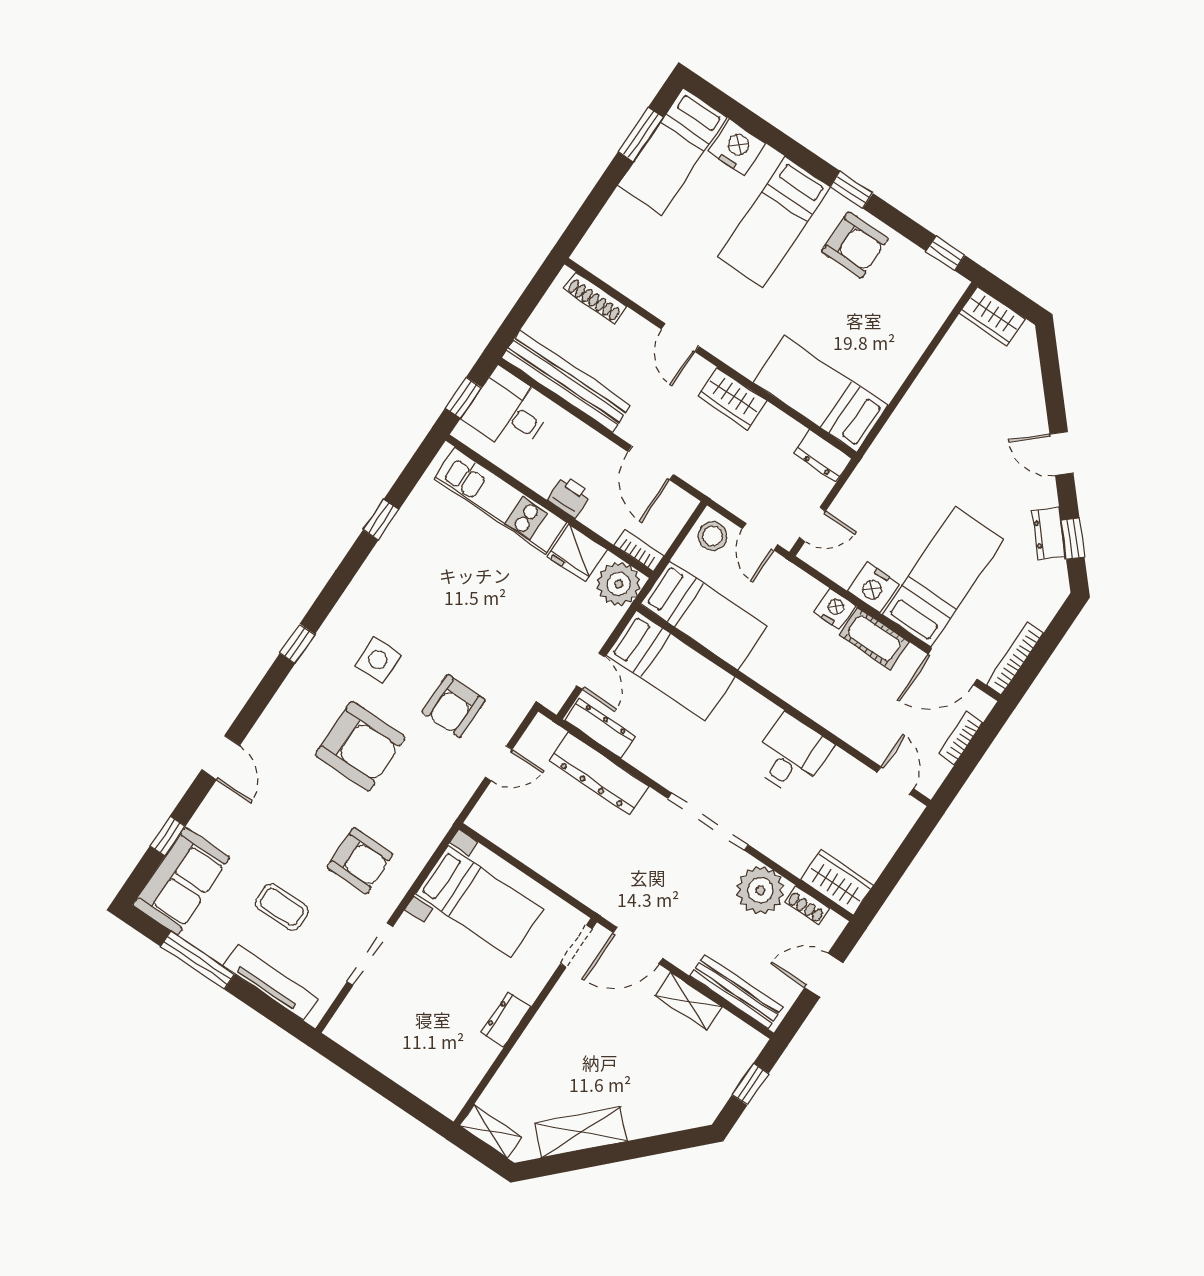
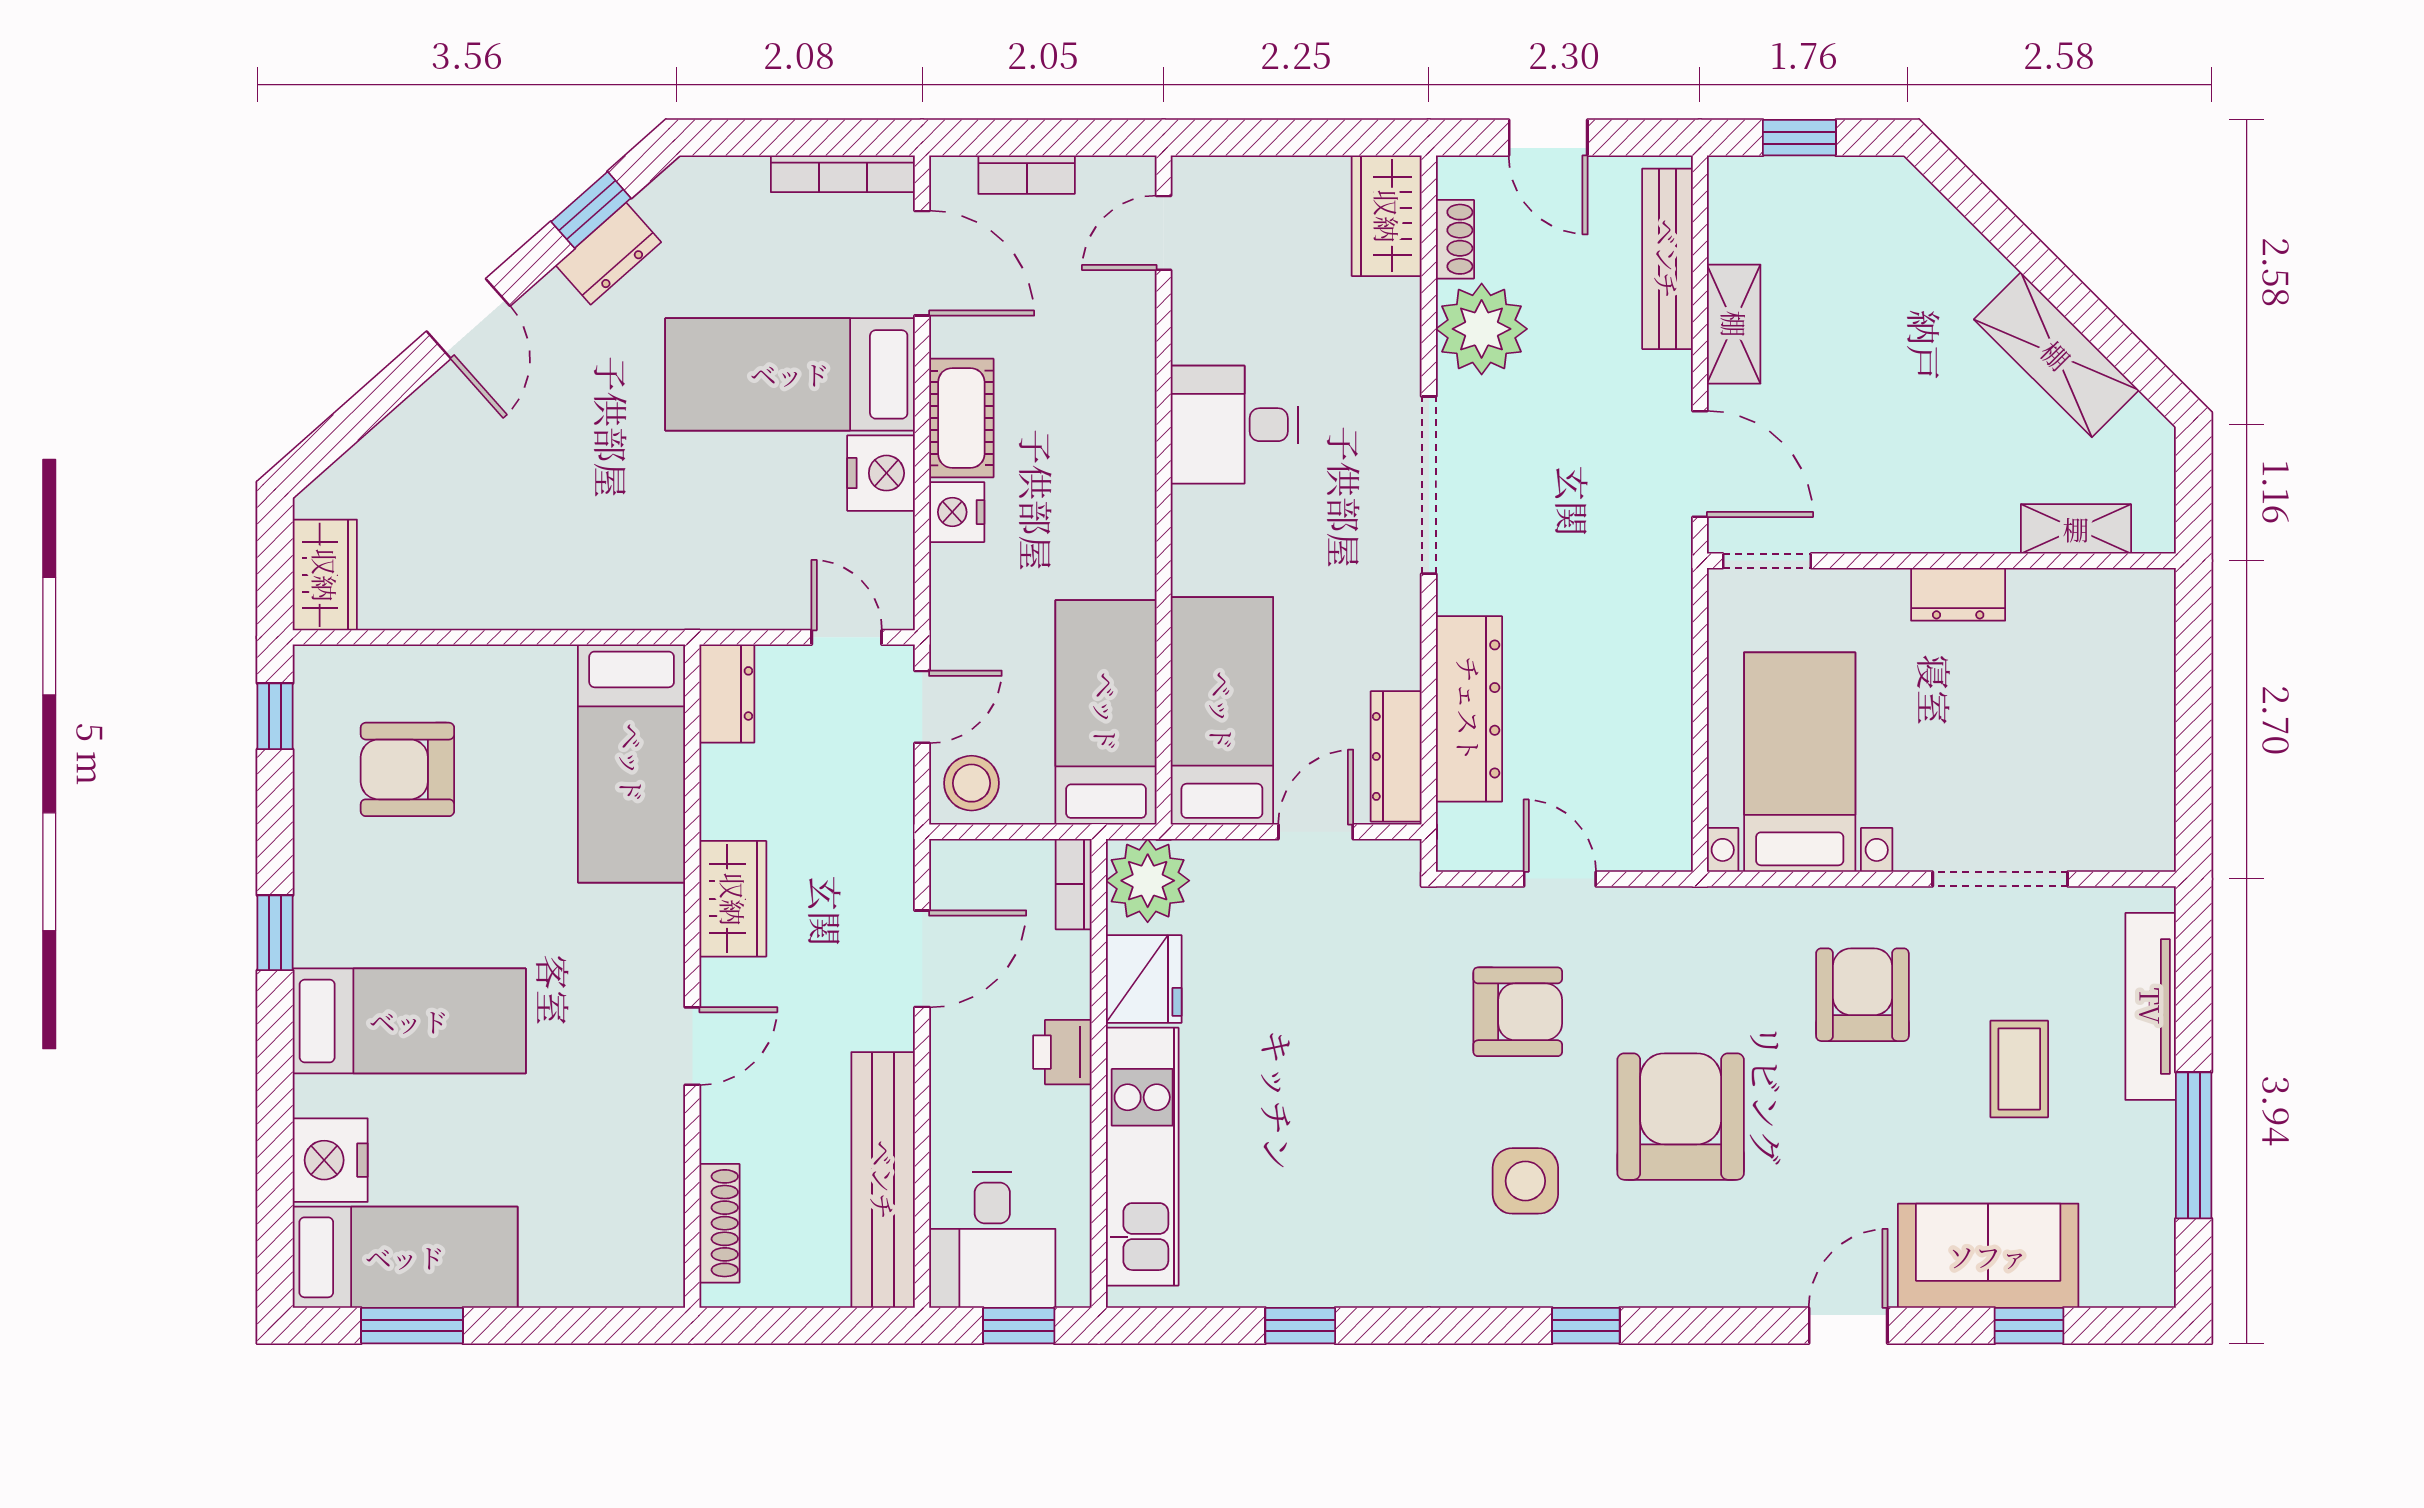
armchair: (855, 245) -> (407, 769), moved, turned -90
sofa: (181, 881) -> (1988, 1256), moved
shelving: (491, 1131) -> (2076, 529), moved, turned 90

